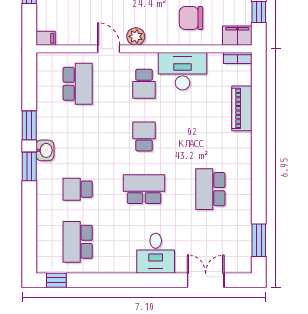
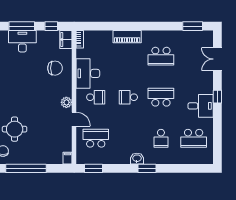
chair: (191, 18) -> (55, 68), turned -90
door: (109, 49) -> (74, 119), swing flipped
piano: (242, 108) -> (127, 37), moved
window: (29, 125) -> (93, 168), moved
school desk: (144, 189) -> (161, 97), turned 90
desk: (156, 253) -> (201, 106), moved
window: (56, 280) -> (217, 97), moved

